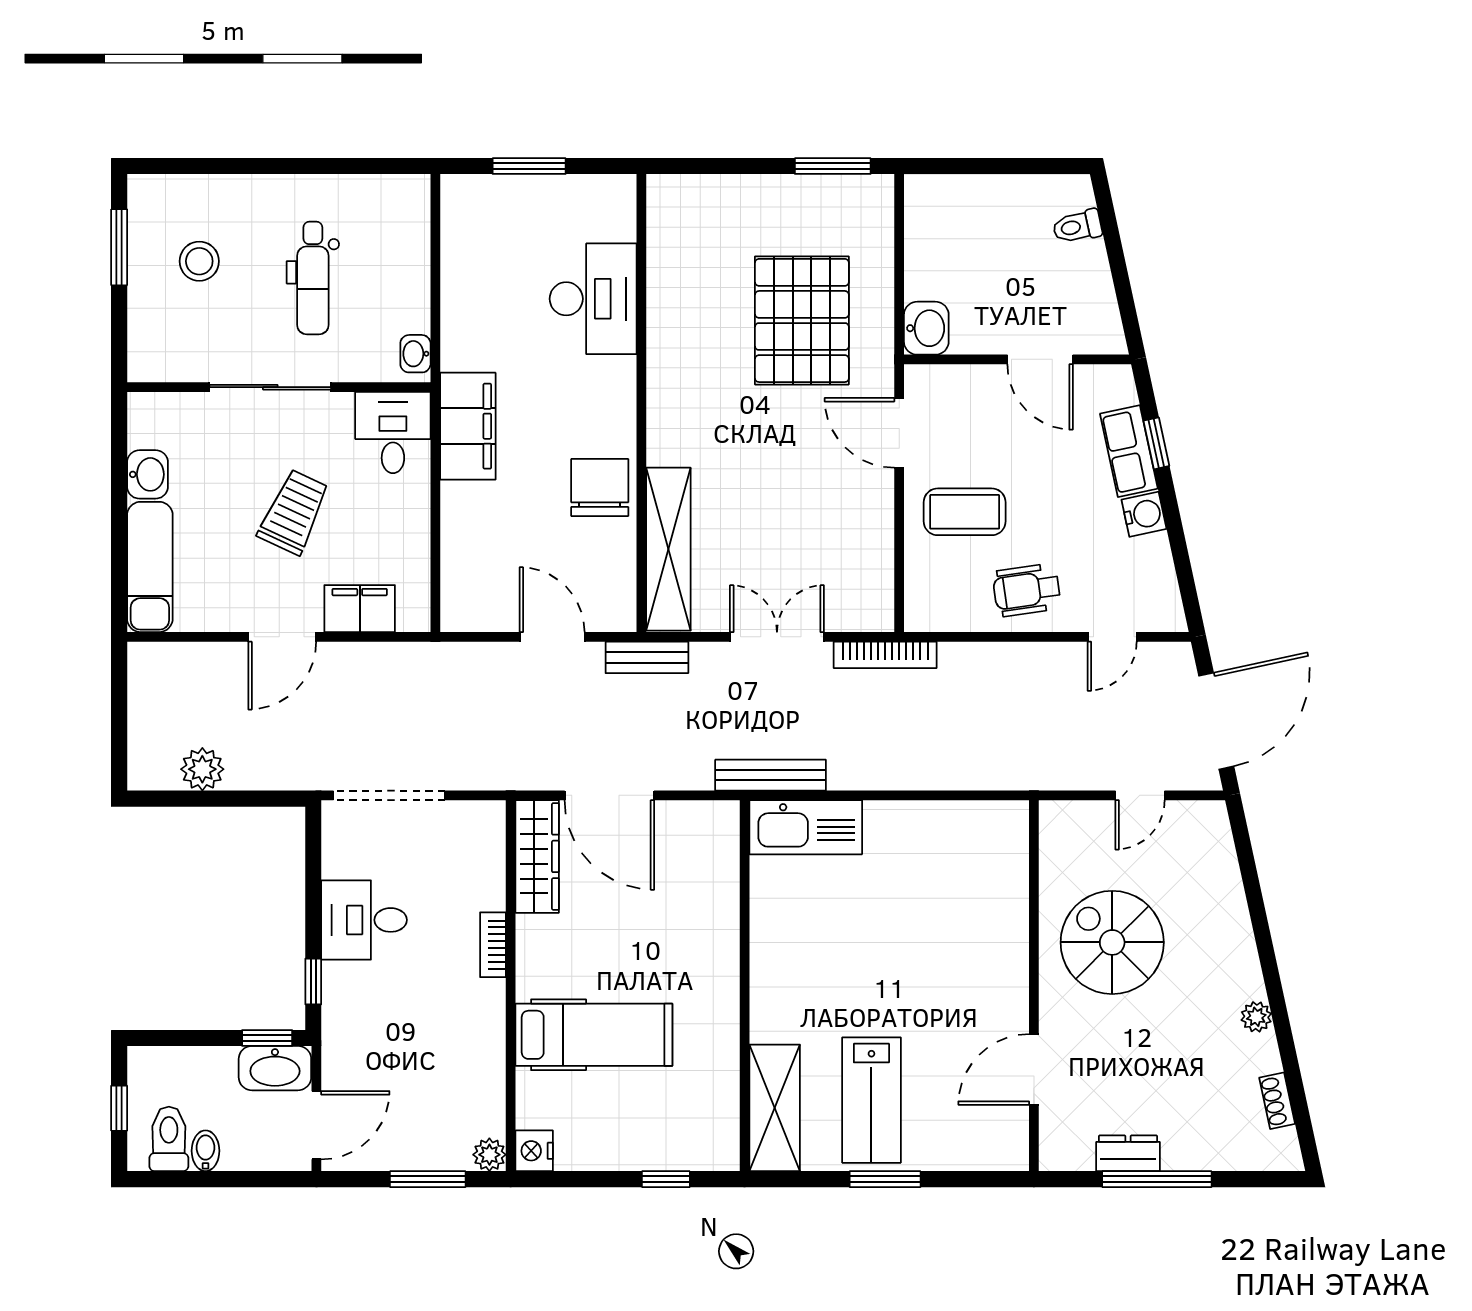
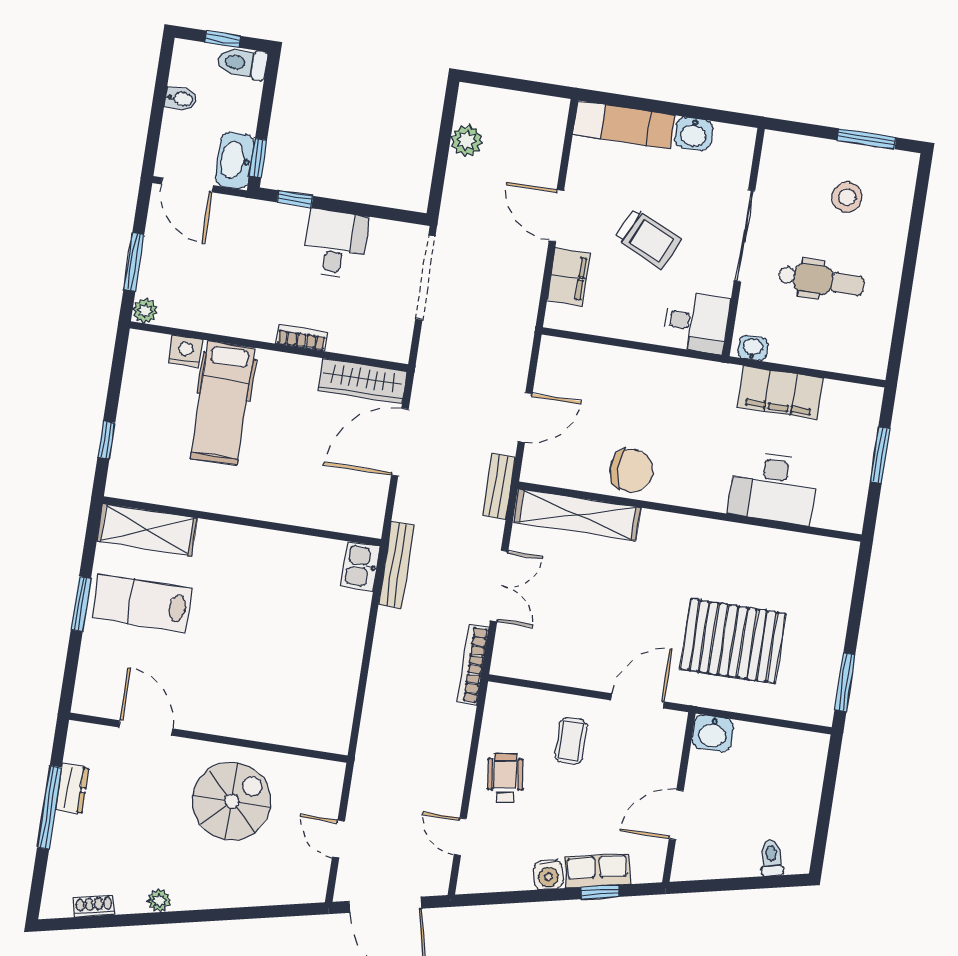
dental chair: (313, 278) -> (821, 280), turned 180
filing cabinet: (468, 426) -> (780, 393), moved
coffee table: (965, 512) -> (571, 741), width x0.73, depth x0.77
kitchen sink: (806, 827) -> (360, 566), width x0.53, depth x0.81
toilet: (169, 1139) -> (242, 63), moved, turned 180
nightstand: (534, 1151) -> (185, 351), moved

